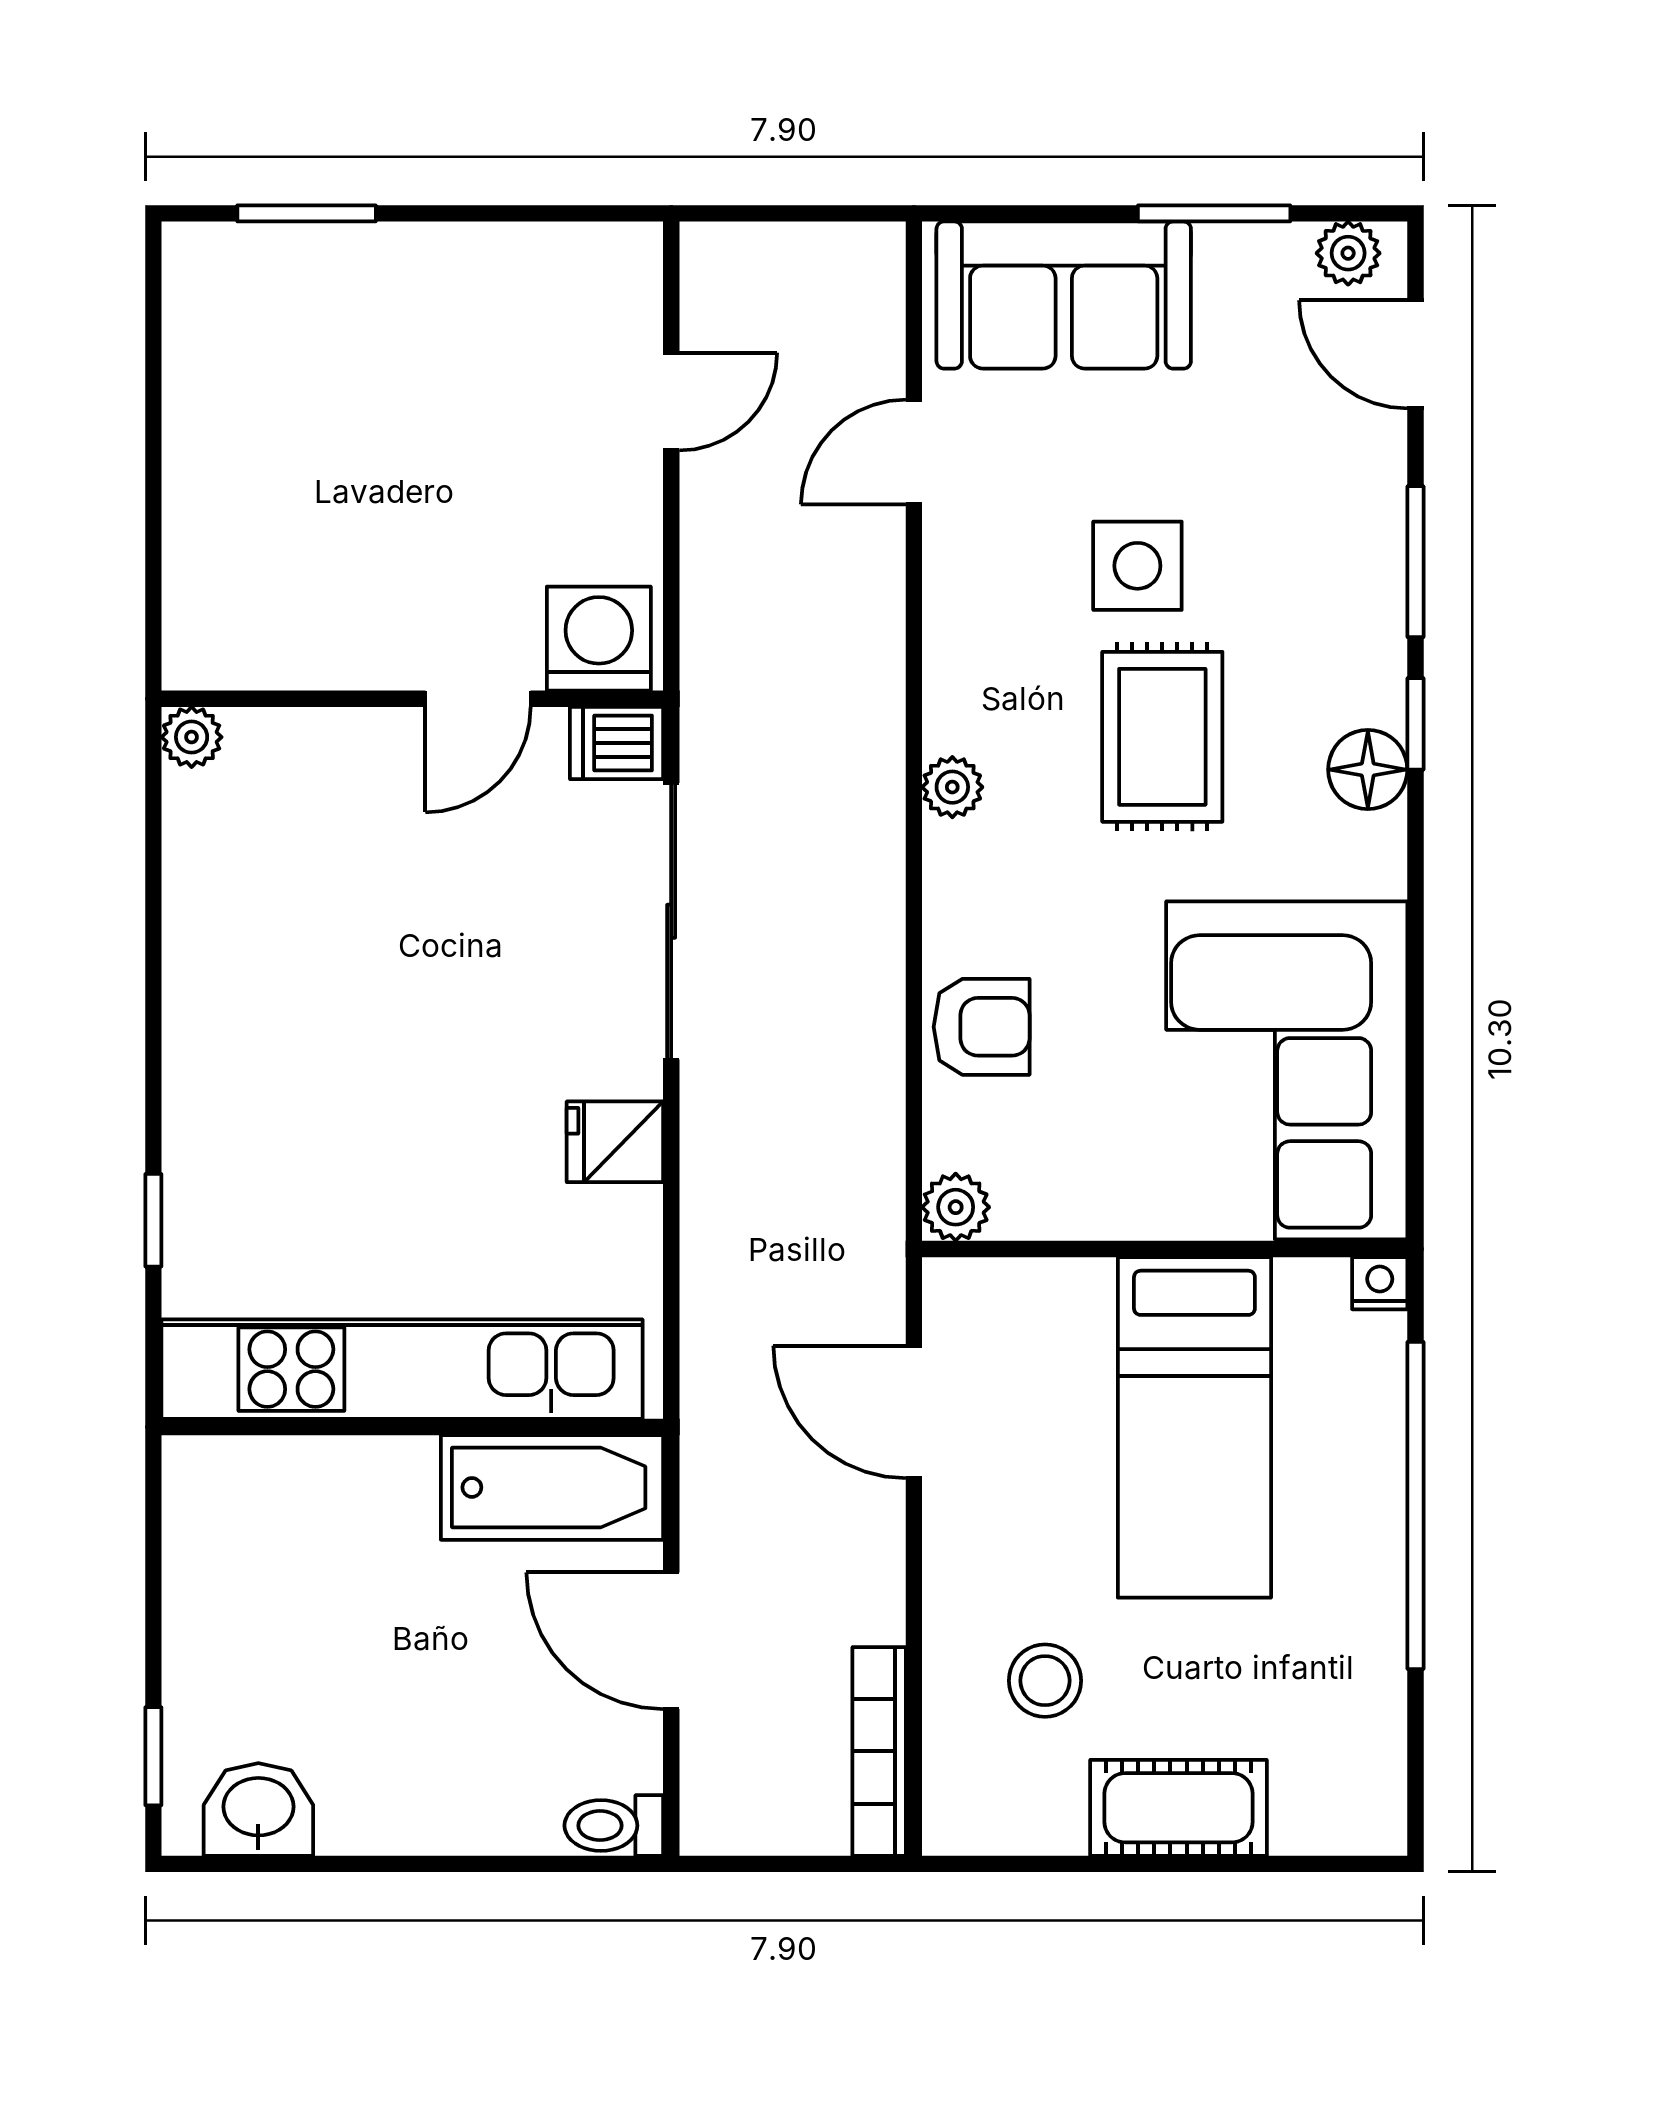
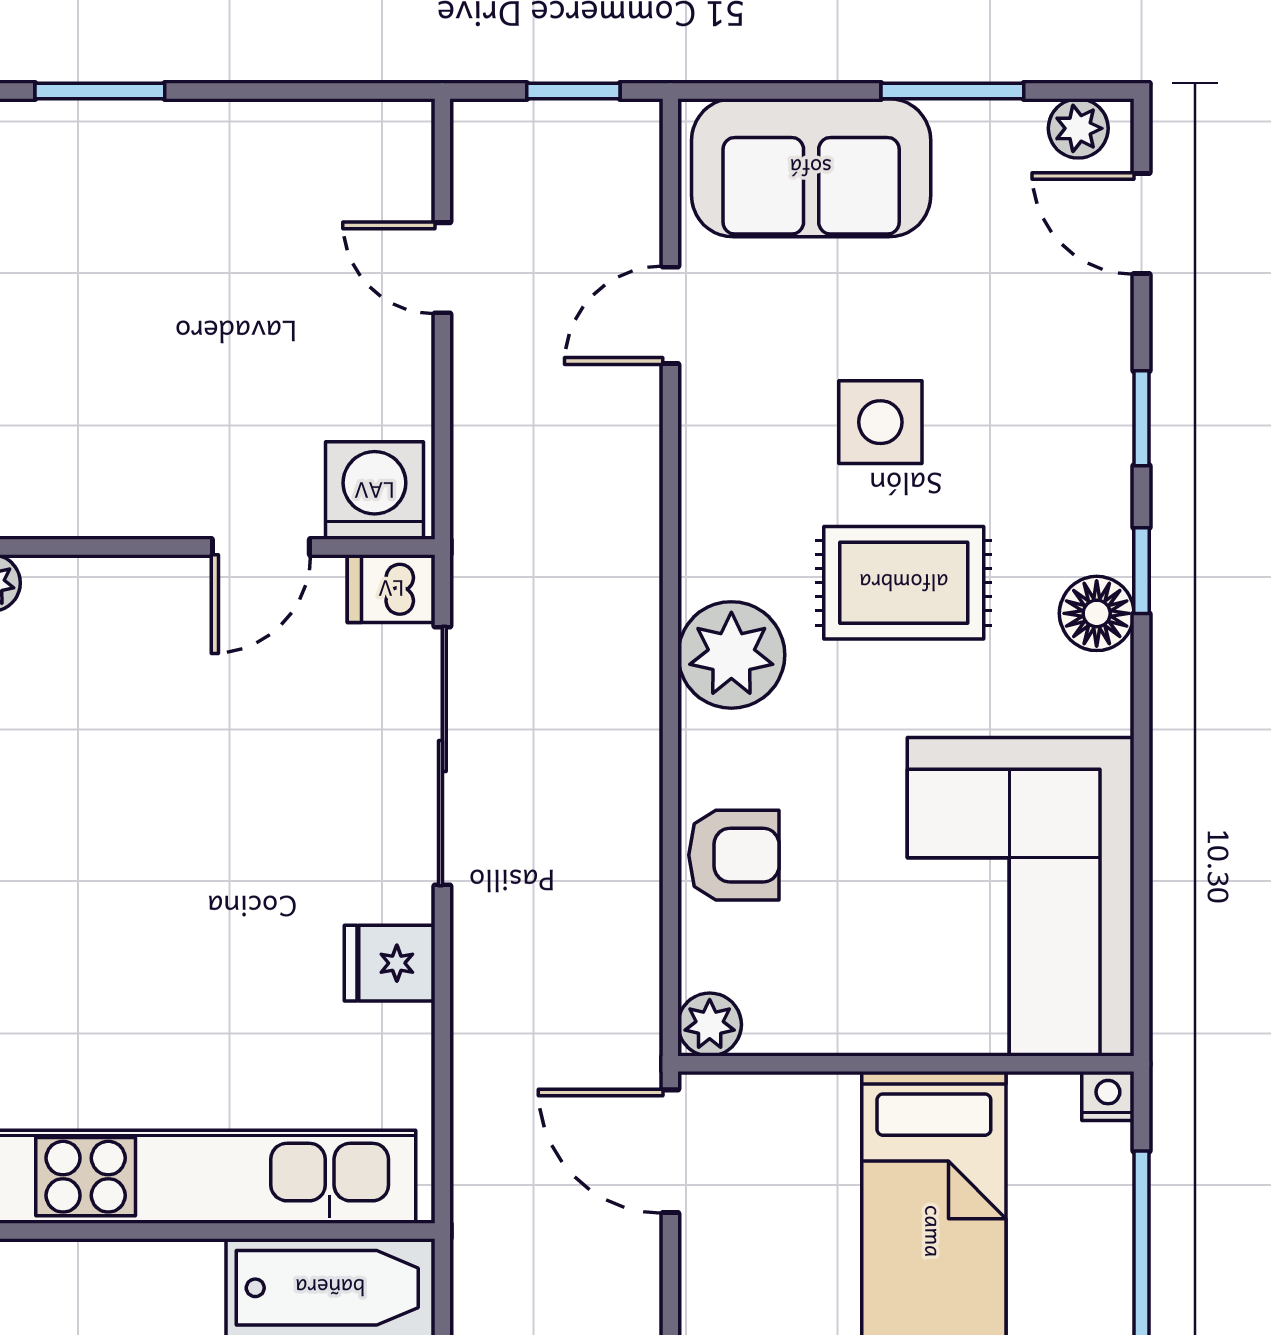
window: (811, 213) -> (573, 91), added
door: (671, 402) -> (442, 268), swing flipped
window: (1416, 562) -> (1142, 418), width x0.67
rug: (1162, 737) -> (904, 583), turned 90
plant: (952, 787) -> (731, 655), width x1.87, depth x1.87
door: (914, 1412) -> (670, 1151), moved

